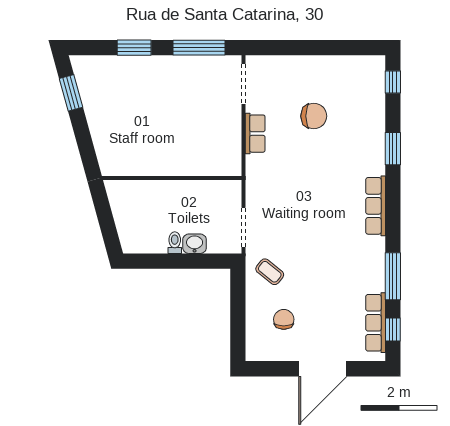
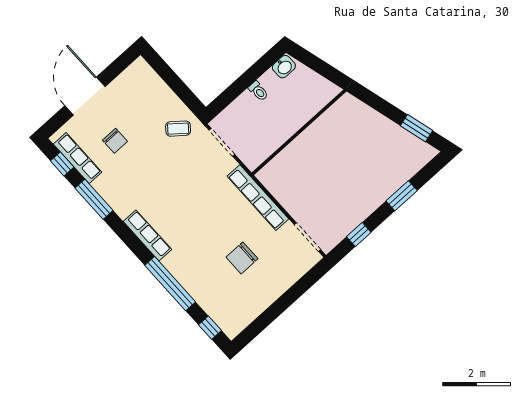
window: (199, 48) -> (359, 235), width x0.46
row of seats: (255, 134) -> (258, 198), width x2.02
window: (393, 149) -> (170, 284), width x2.11
washbasin: (195, 244) -> (284, 67), moved
chair: (284, 319) -> (115, 141), moved

